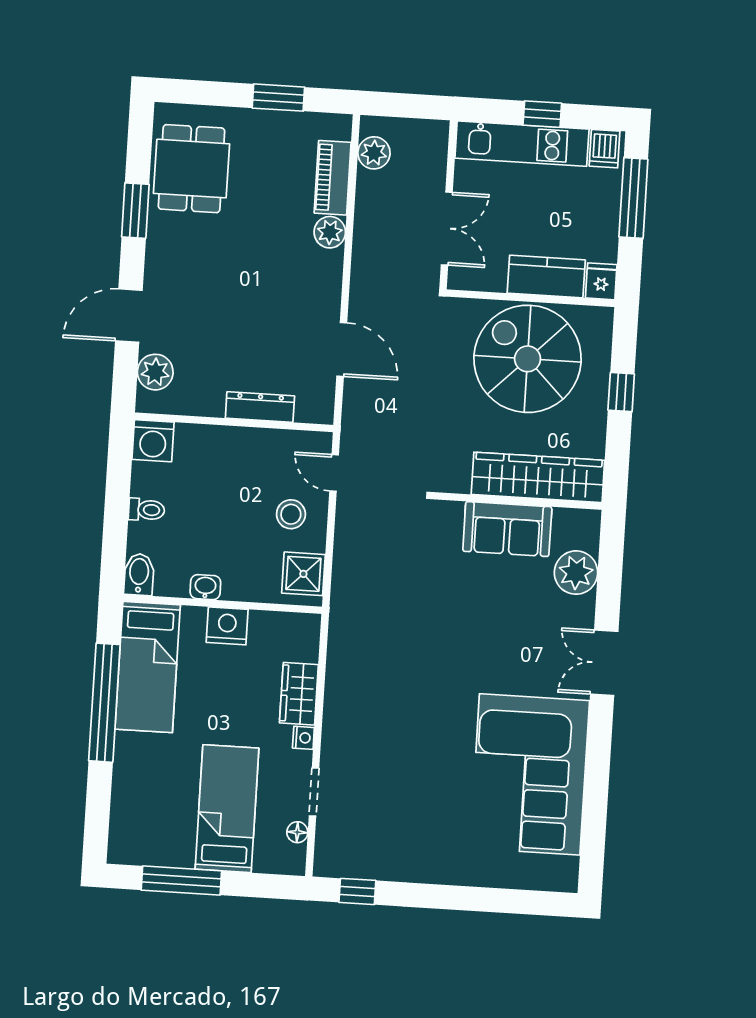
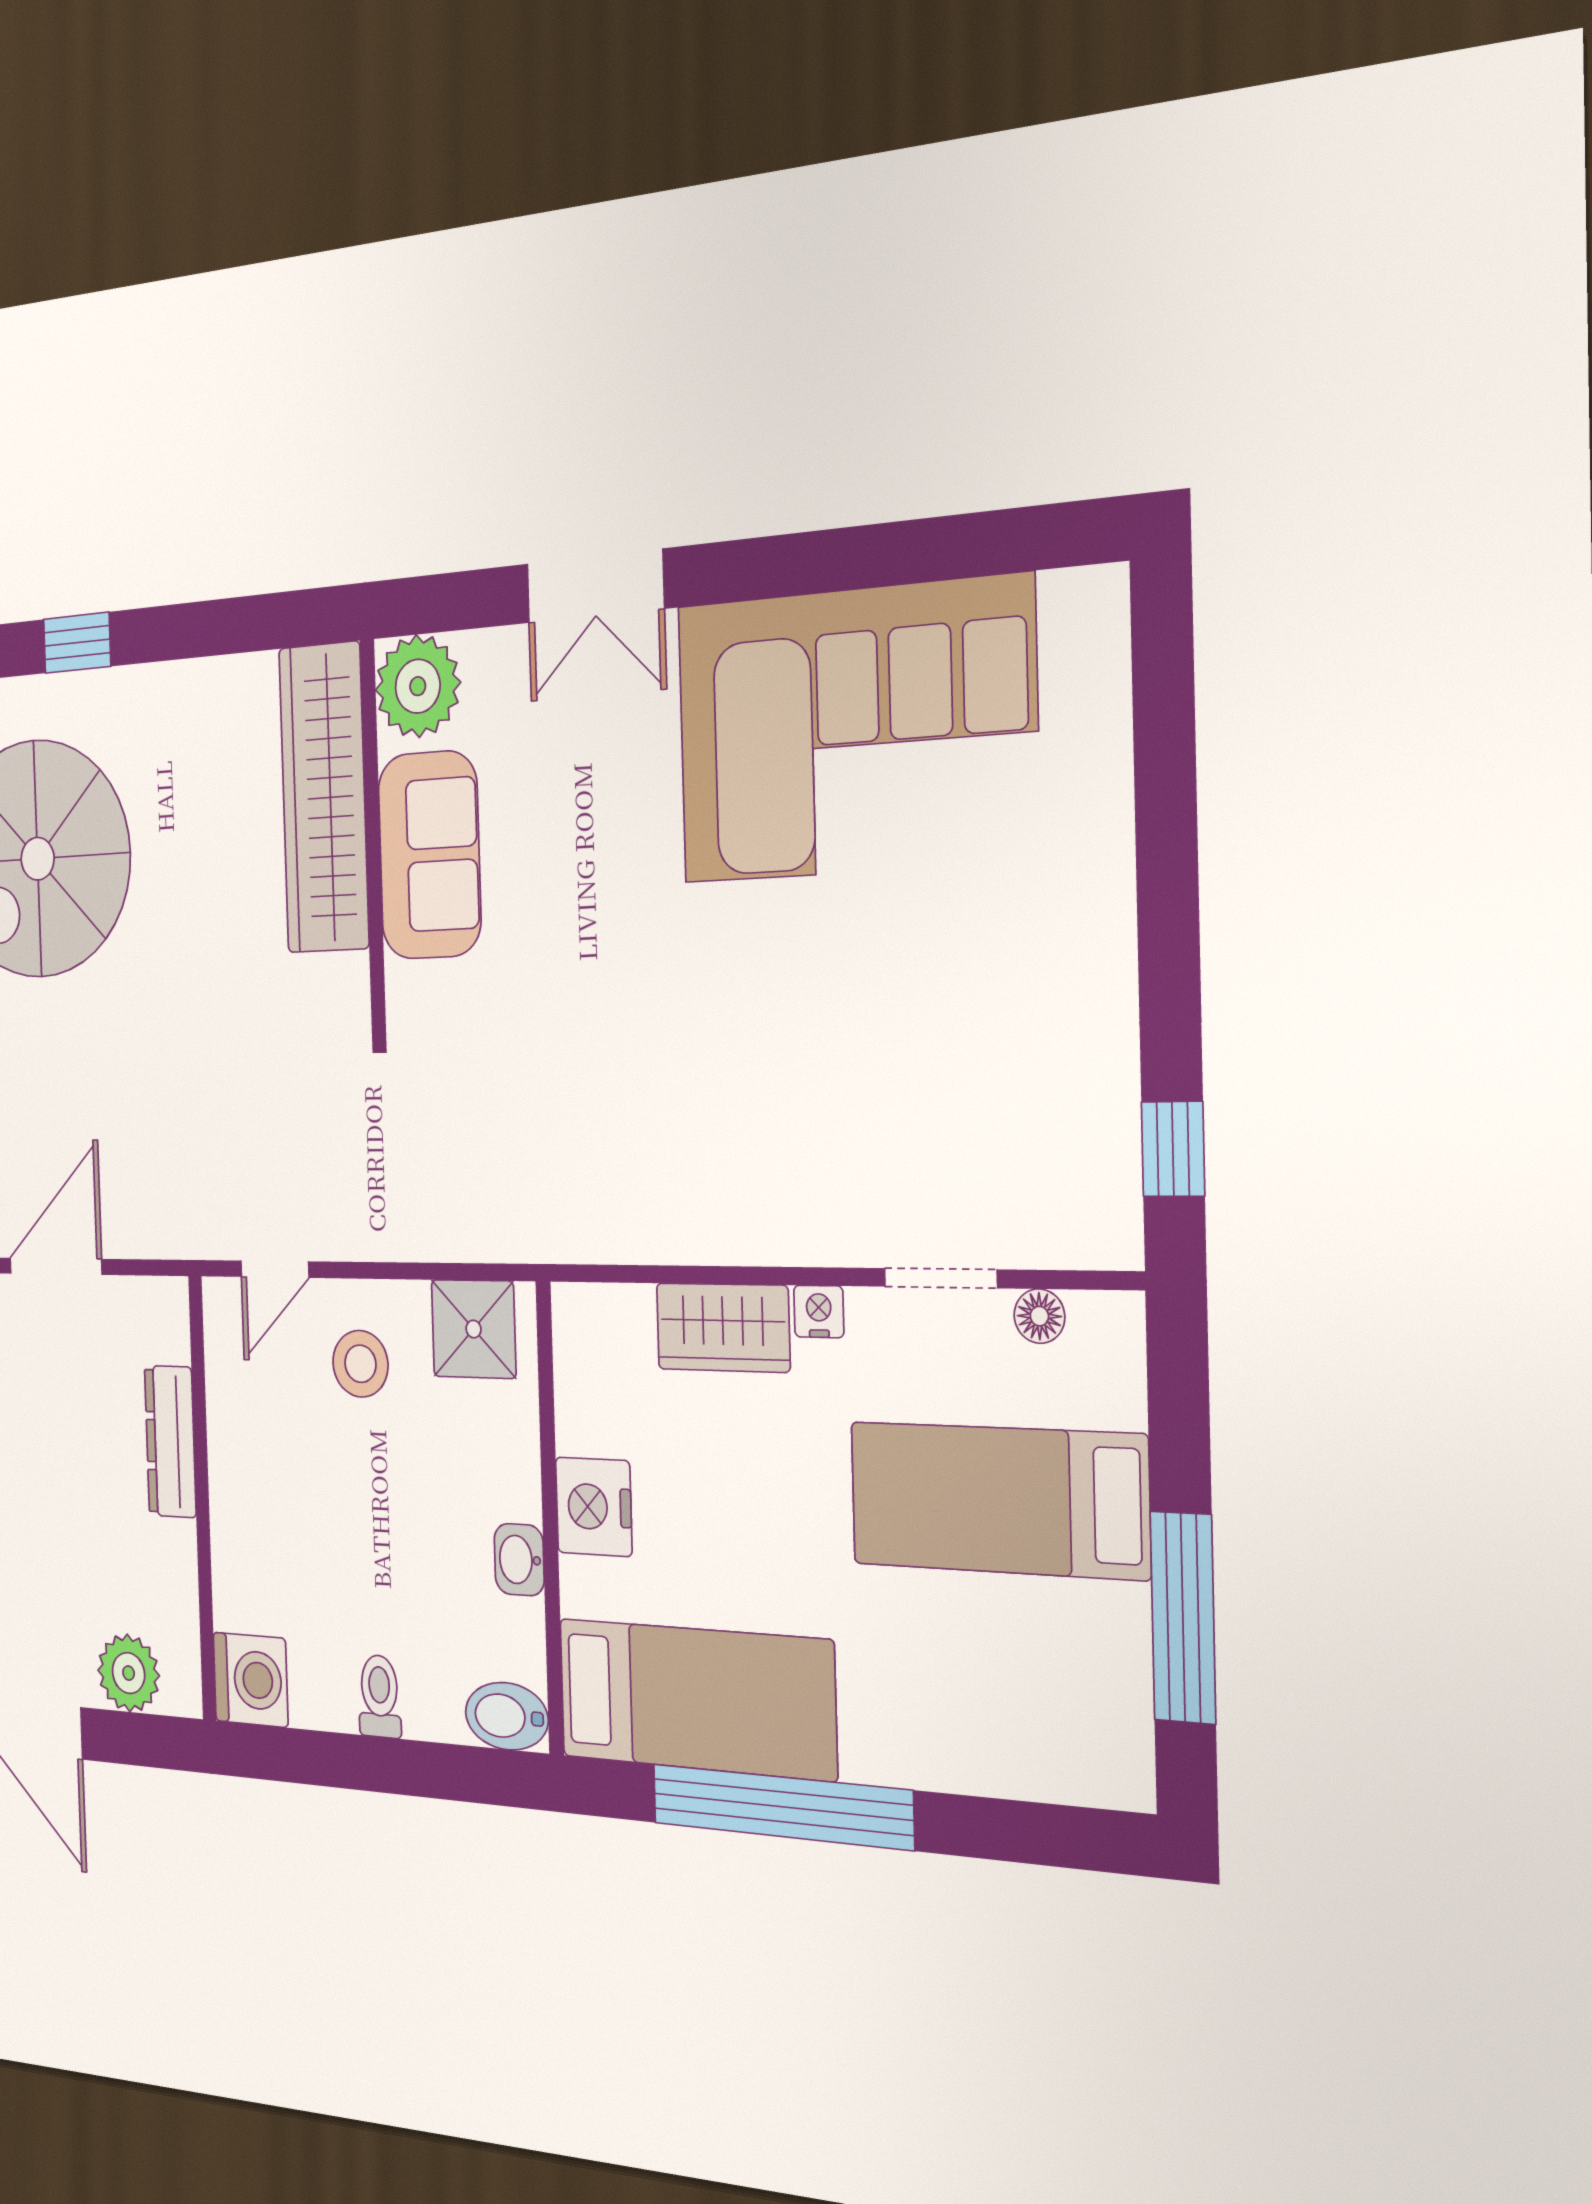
wardrobe: (538, 477) -> (324, 798), moved
wall: (518, 501) -> (373, 838), moved
sofa: (507, 529) -> (429, 855), moved

